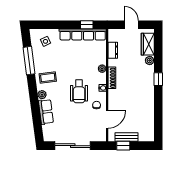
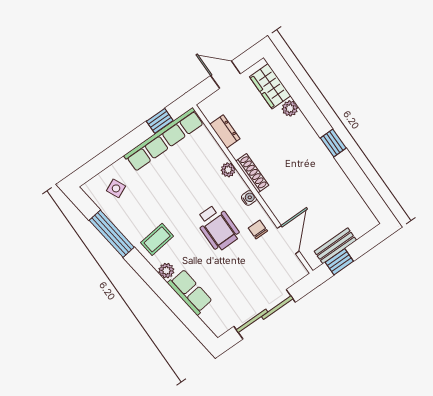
window: (158, 79) -> (333, 143), moved

